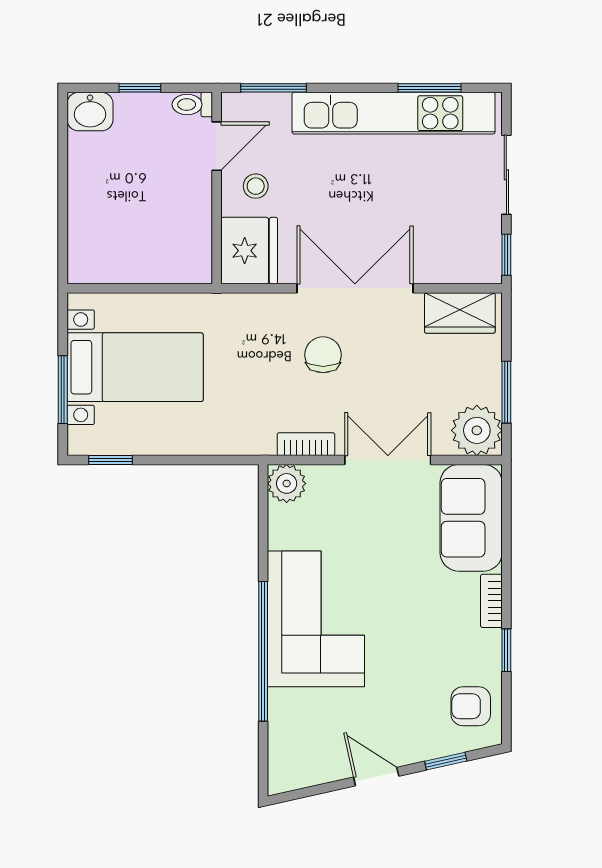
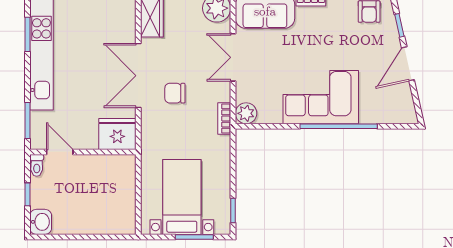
stool: (256, 186) -> (82, 130), removed
bookcase: (306, 444) -> (224, 119), moved
door: (376, 777) -> (408, 64), width x1.38

